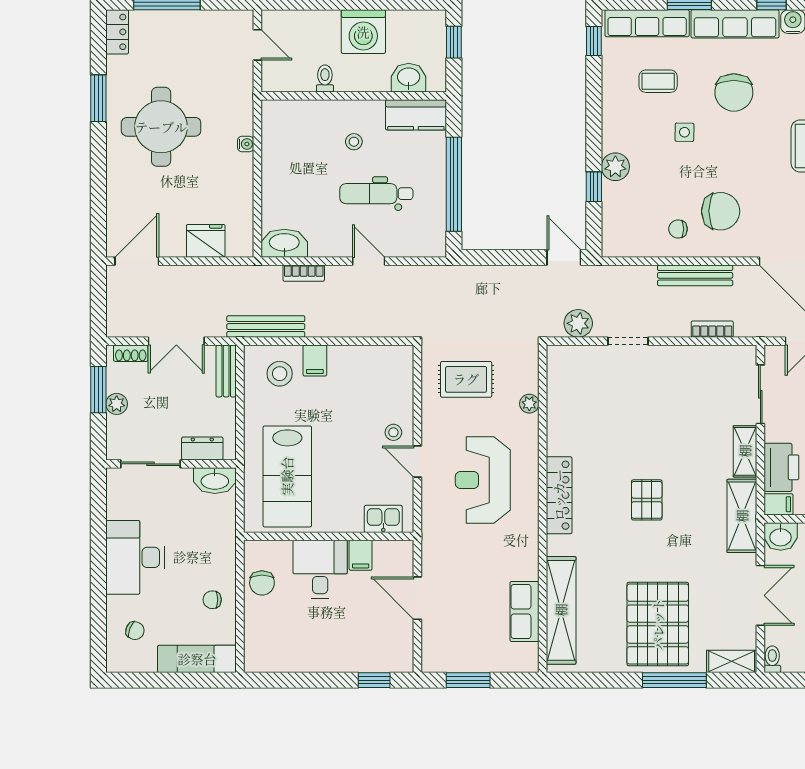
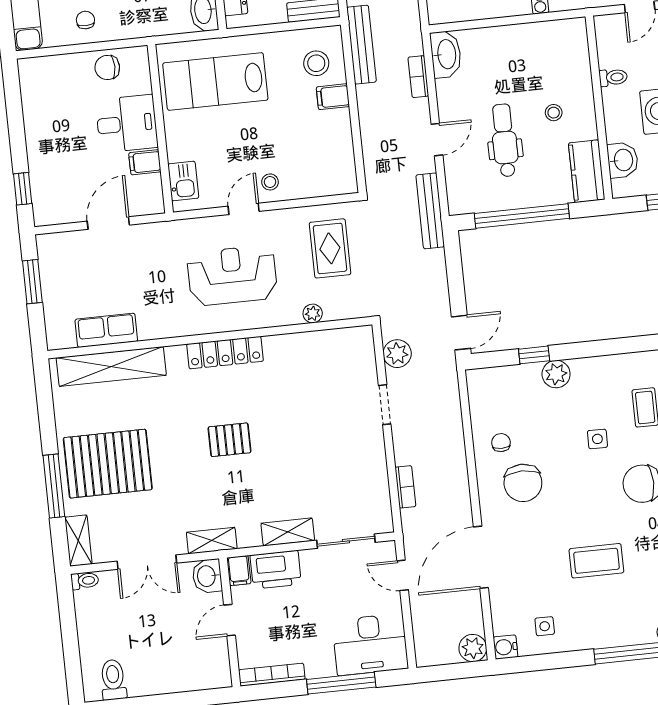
bench: (695, 275) -> (430, 211), moved
shelving: (742, 516) -> (212, 541), width x0.67, depth x0.75

